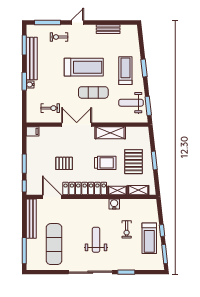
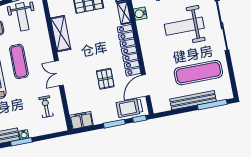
double door: (77, 125) -> (59, 73), width x0.73
filing cabinet: (33, 131) -> (81, 120), width x2.00
trolley: (105, 163) -> (130, 108), moved, turned -90
bench: (31, 219) -> (193, 100), moved
weight bench: (96, 240) -> (184, 26), width x1.36, depth x1.33

